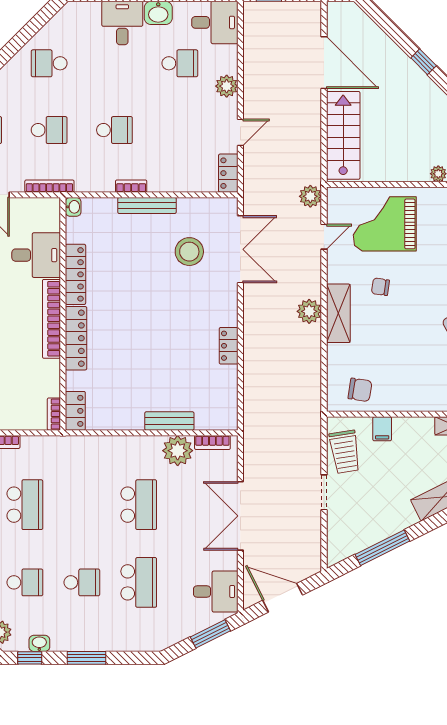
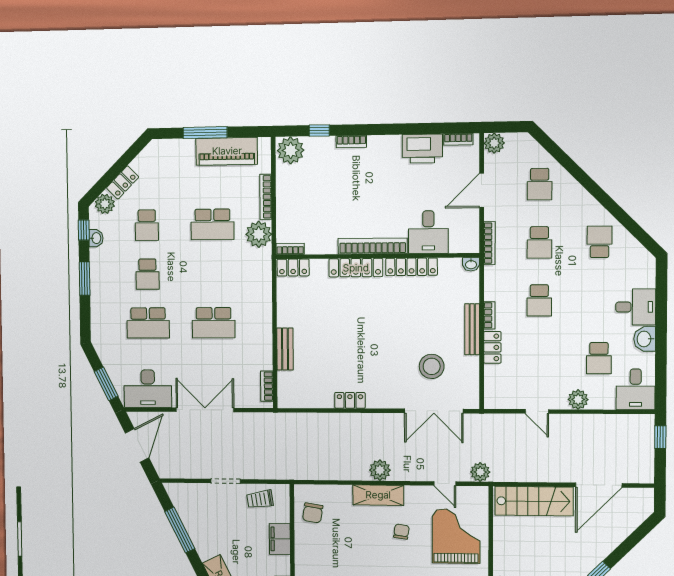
locker: (228, 173) -> (492, 347), moved, turned 90
filing cabinet: (382, 429) -> (280, 539), width x2.00
plant: (178, 451) -> (259, 234), moved
trolley: (345, 452) -> (260, 499), width x0.73, depth x0.72
desk: (216, 592) -> (148, 389), width x1.37

